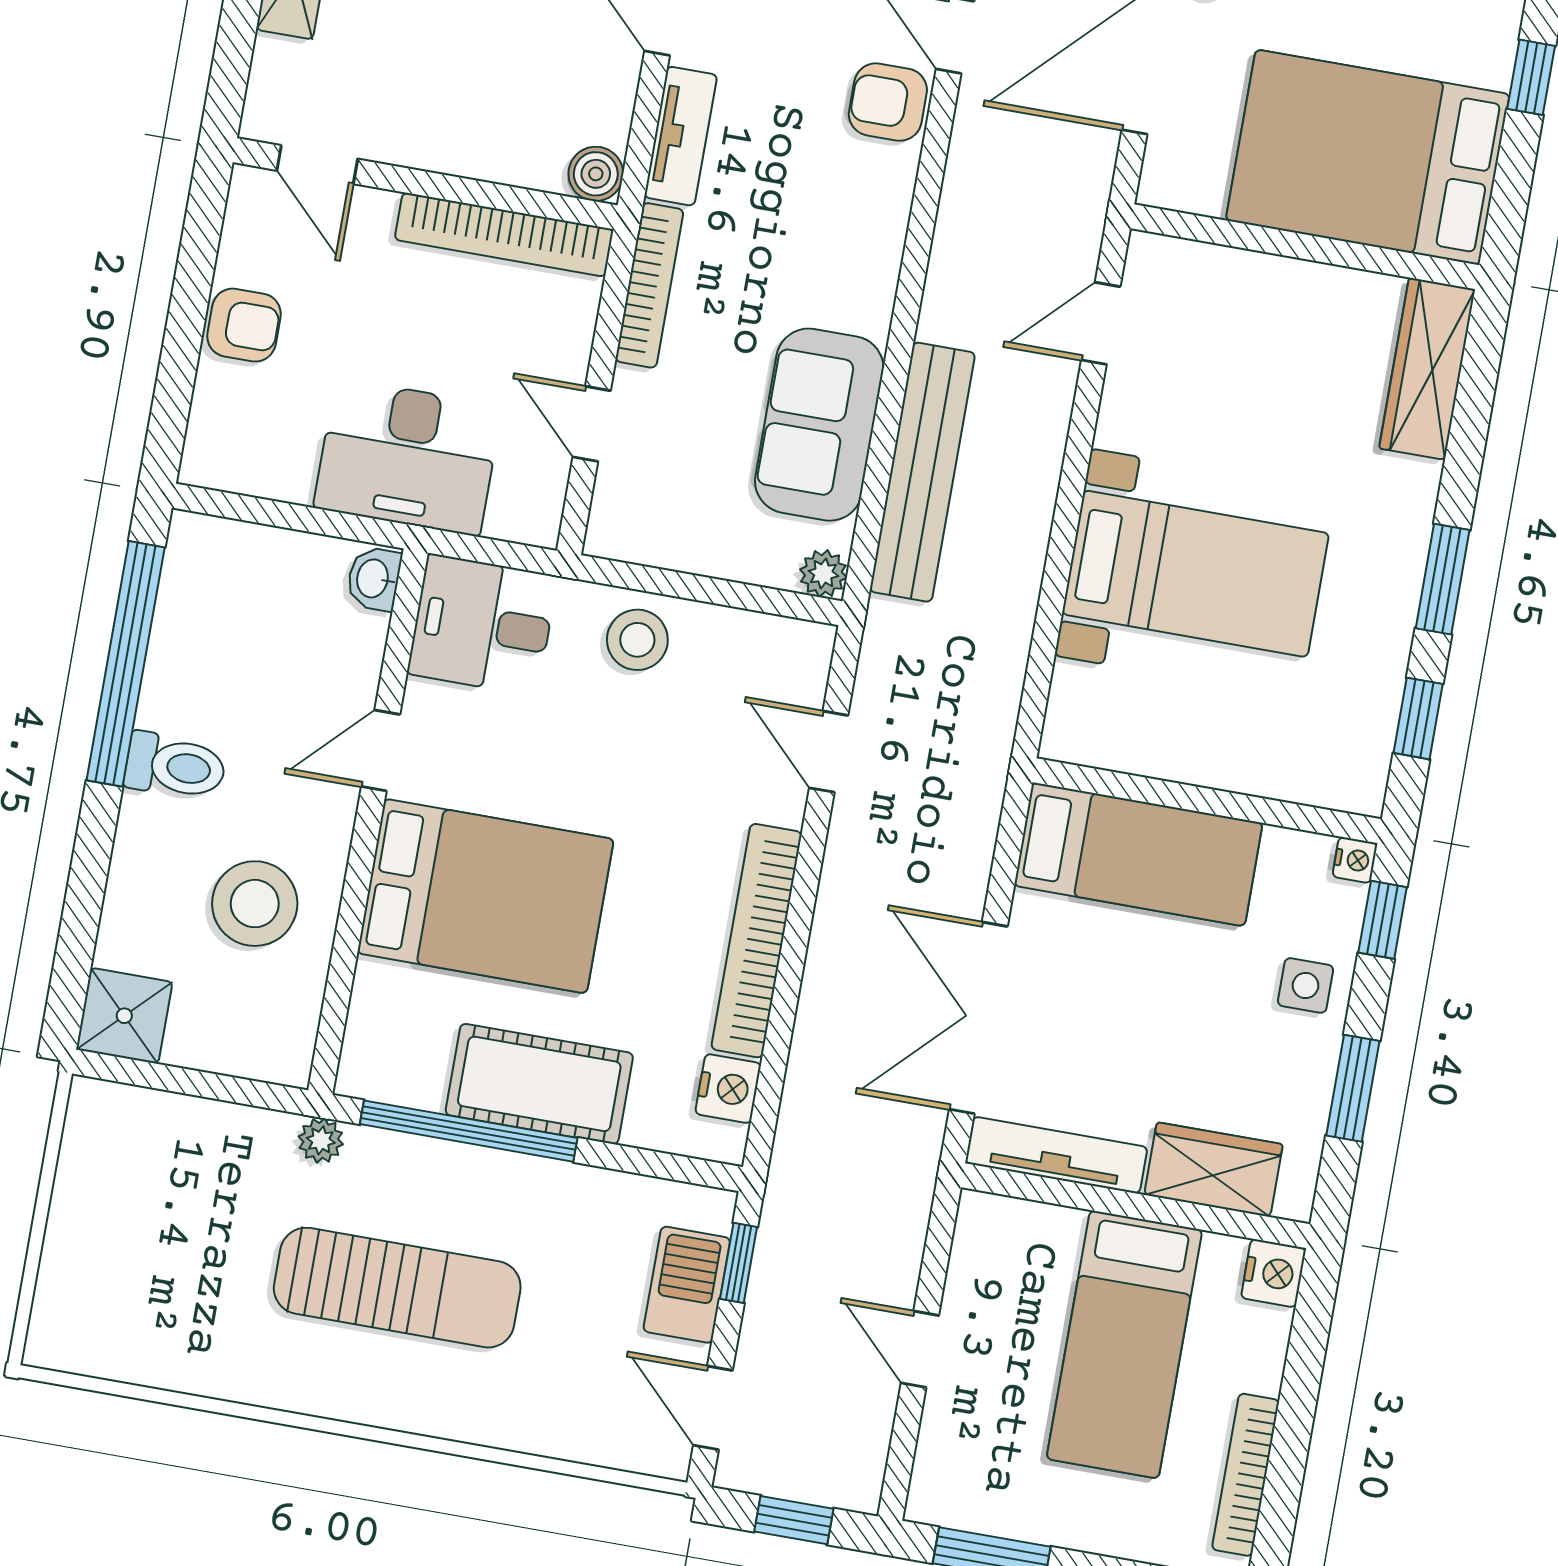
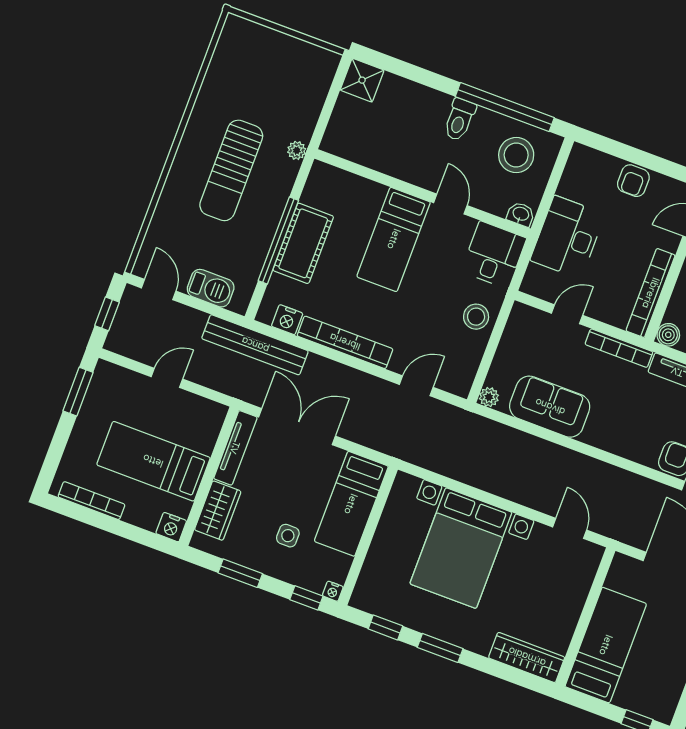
bed: (1368, 157) -> (606, 645), width x0.67
bench: (922, 472) -> (255, 345), moved
bed with nightstands: (1195, 574) -> (461, 548), width x1.36
bed: (485, 896) -> (394, 239), width x0.67
stool: (255, 904) -> (516, 155), moved
side table: (1306, 986) -> (288, 536), moved
window: (469, 1131) -> (278, 240), moved
window: (739, 1263) -> (216, 311), removed
door: (713, 1408) -> (159, 290), hinge flipped

